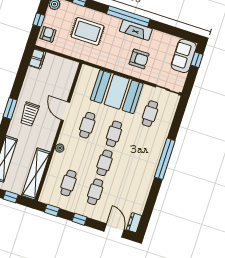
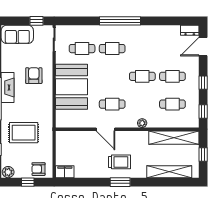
rug: (88, 31) -> (24, 133), turned 90
window: (197, 60) -> (36, 21), moved
door: (65, 111) -> (106, 129), hinge flipped
cafe table: (114, 134) -> (112, 49), moved

